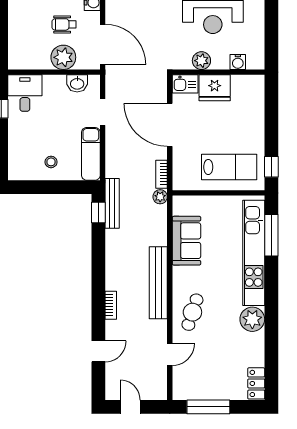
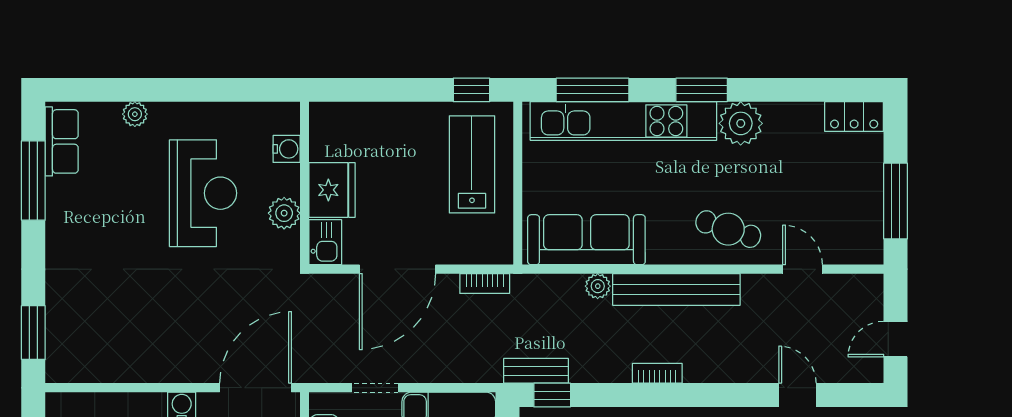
plant: (160, 197) -> (598, 286), moved
bench: (112, 203) -> (536, 371), width x0.73
sofa: (186, 241) -> (586, 240), width x1.36
window: (271, 297) -> (702, 90), added
bookcase: (111, 305) -> (657, 373), moved

